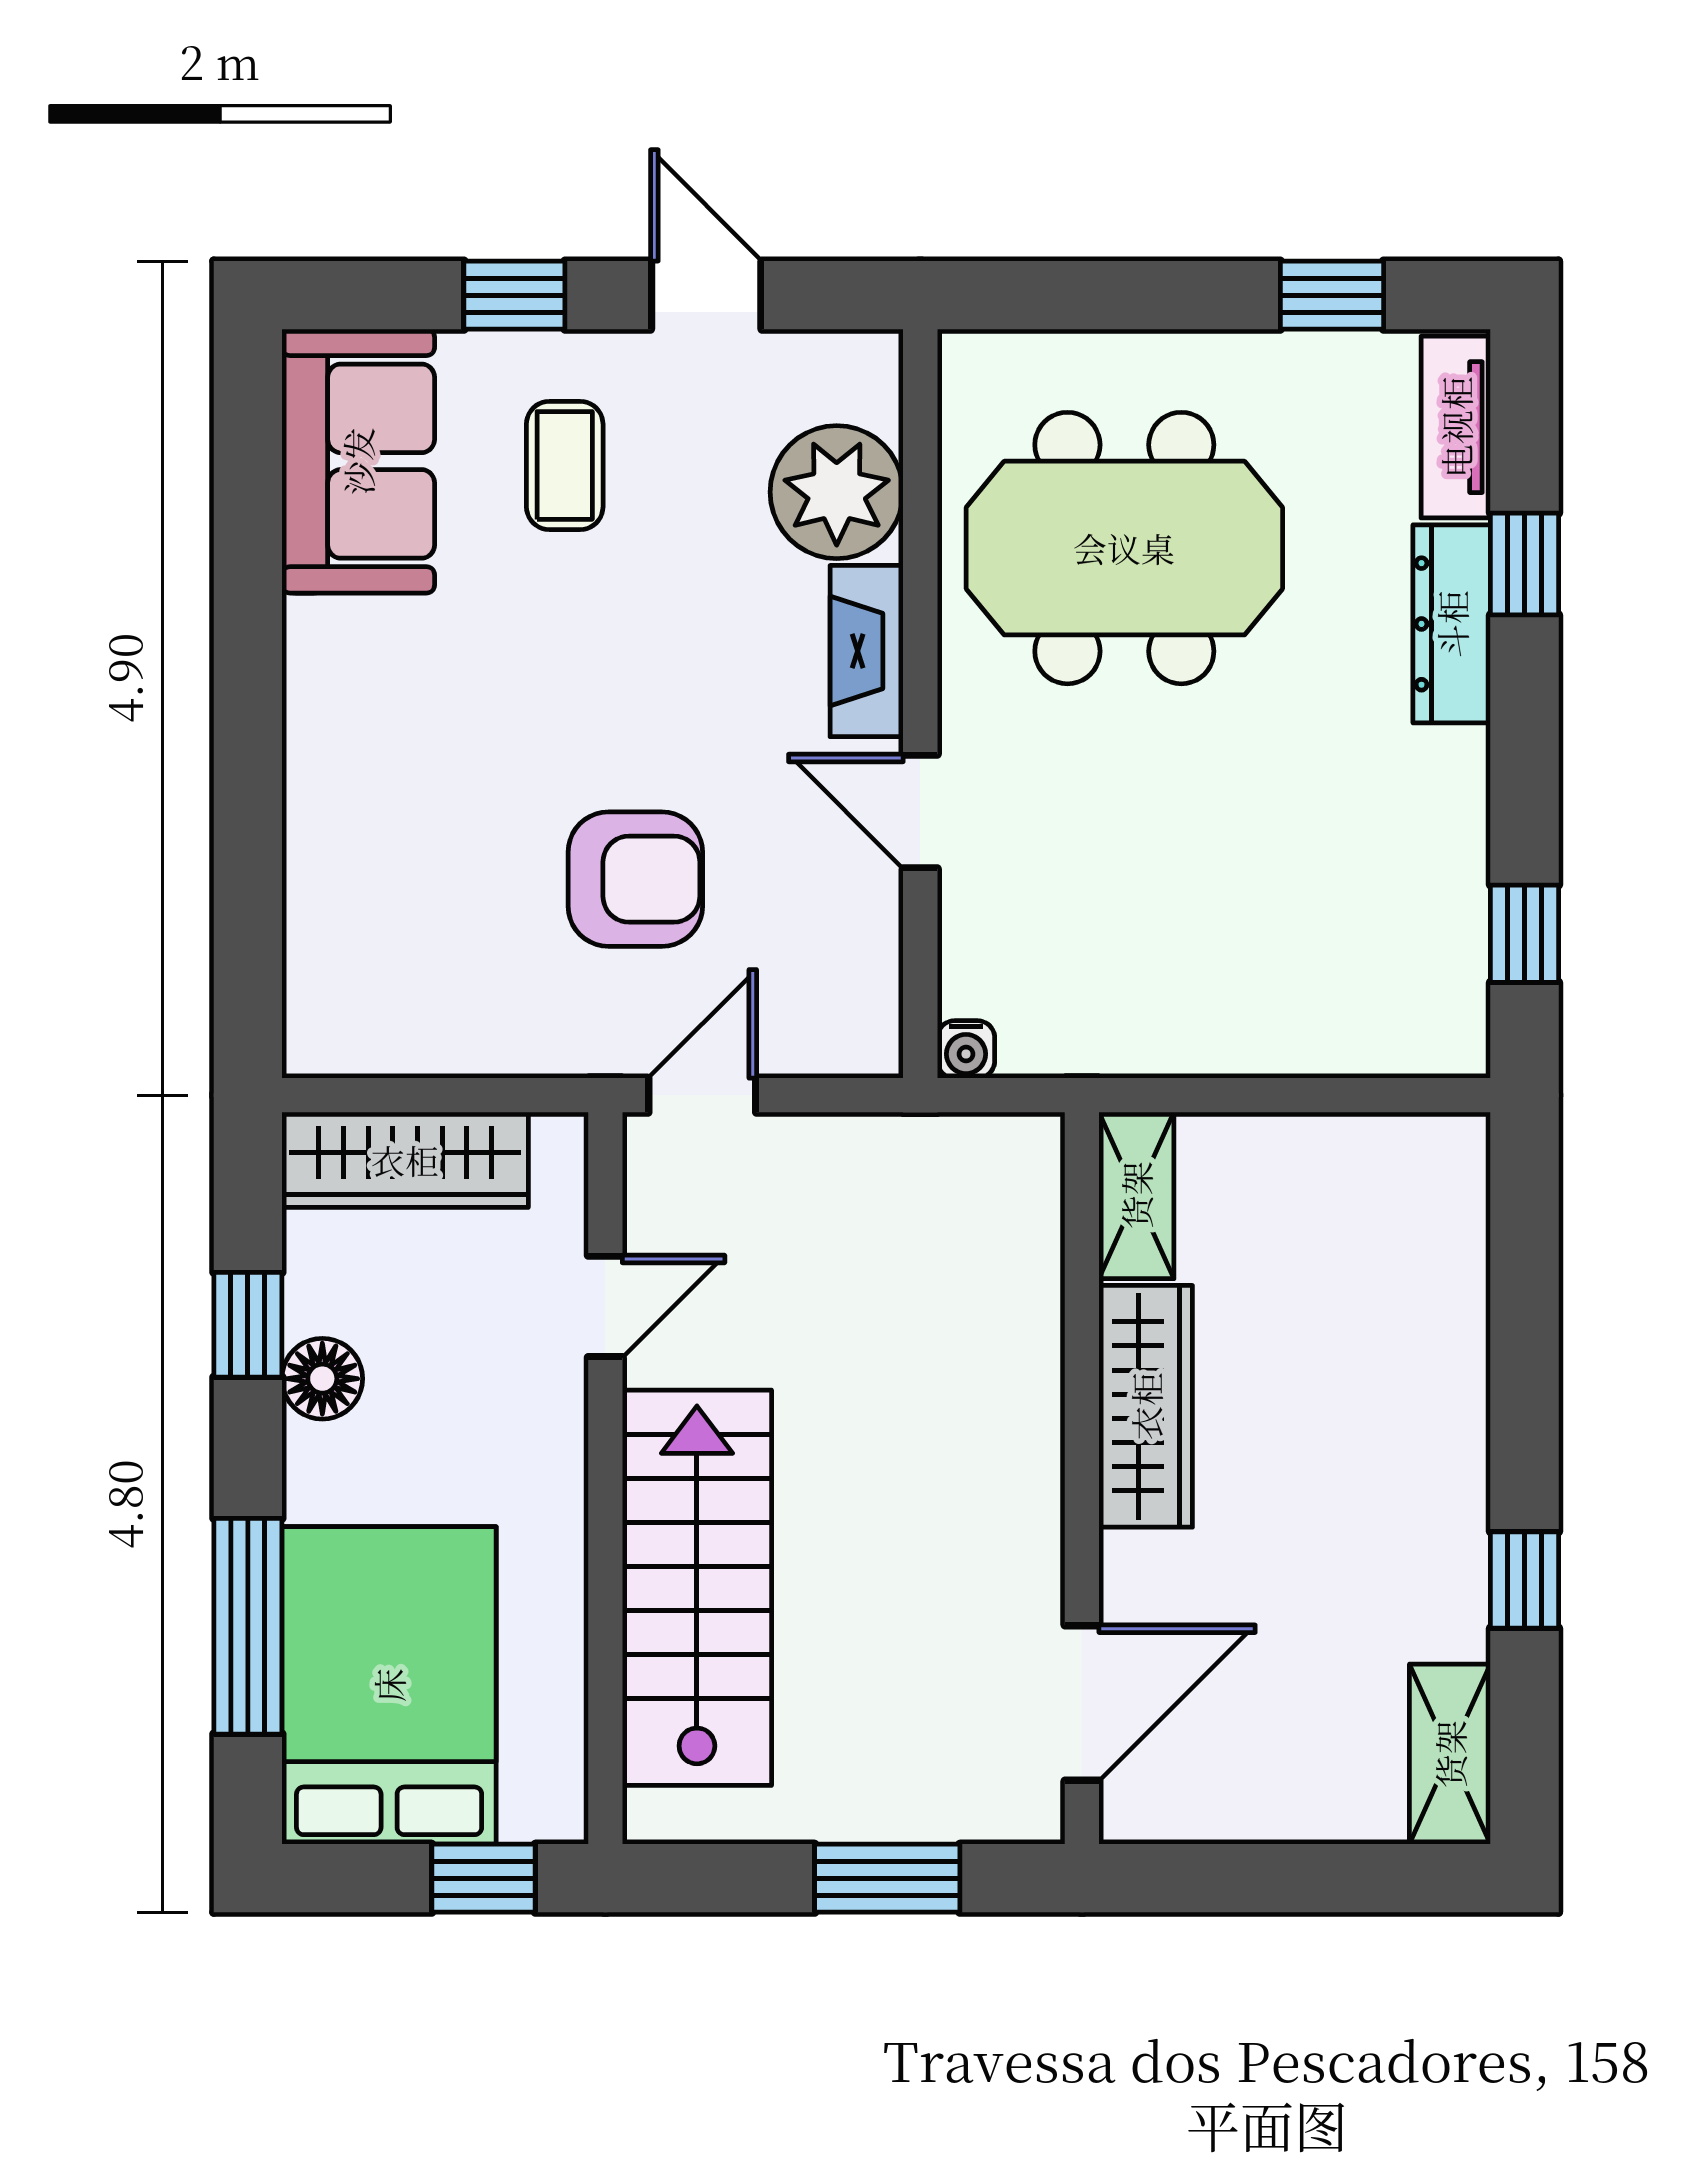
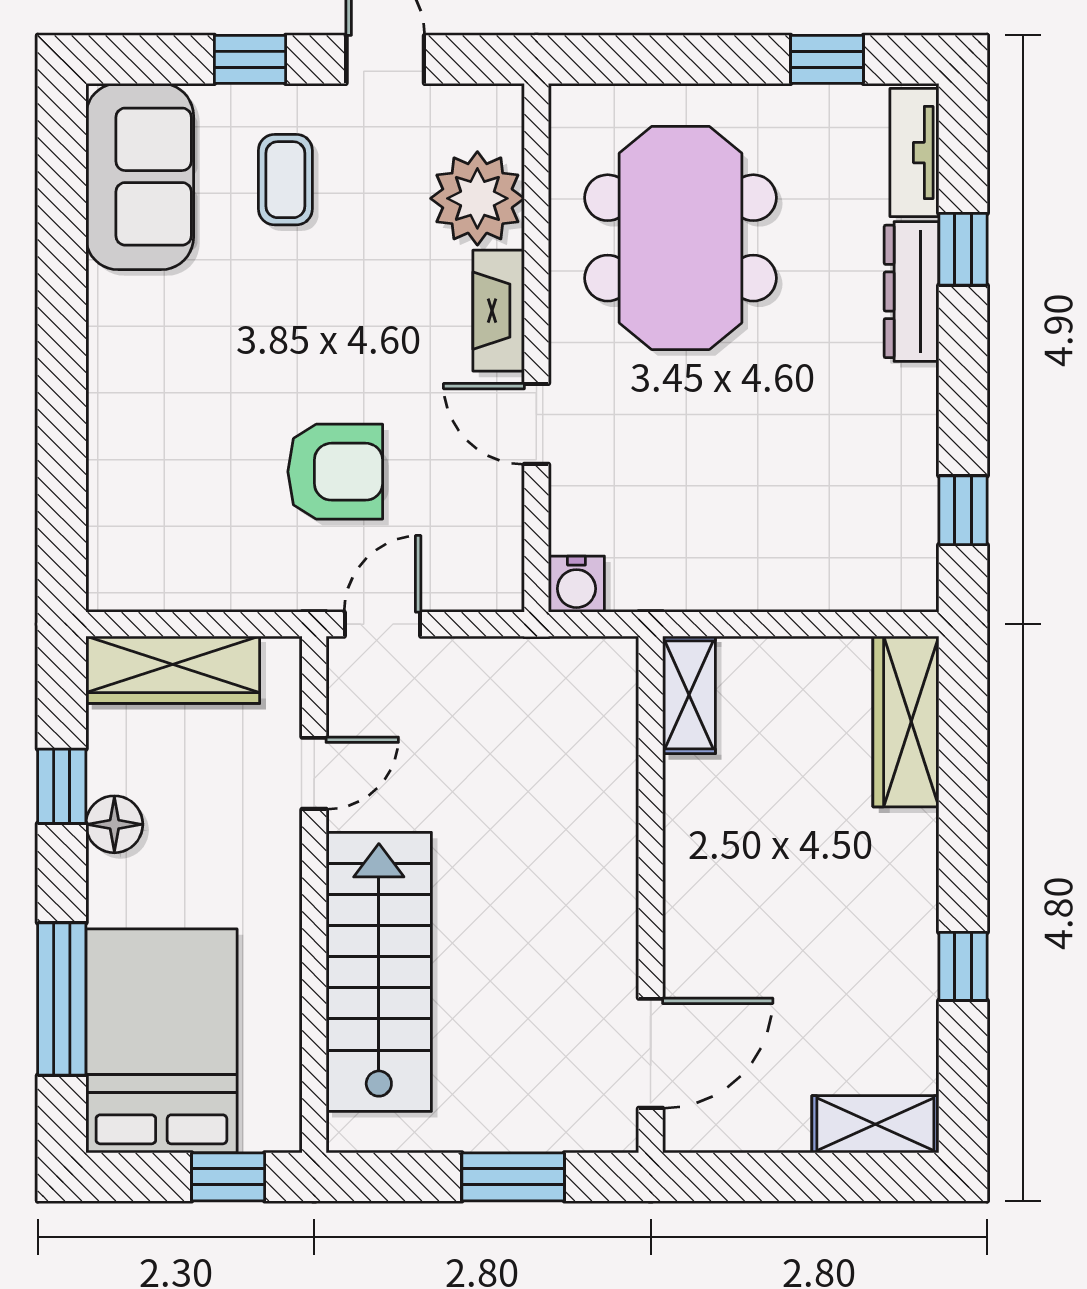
meeting table: (1124, 548) -> (680, 238), turned 90
water cooler: (966, 1049) -> (576, 584), width x1.38, depth x1.38
wardrobe: (1146, 1406) -> (906, 721), moved, turned 180
shelving: (1450, 1754) -> (875, 1124), moved, turned 90

